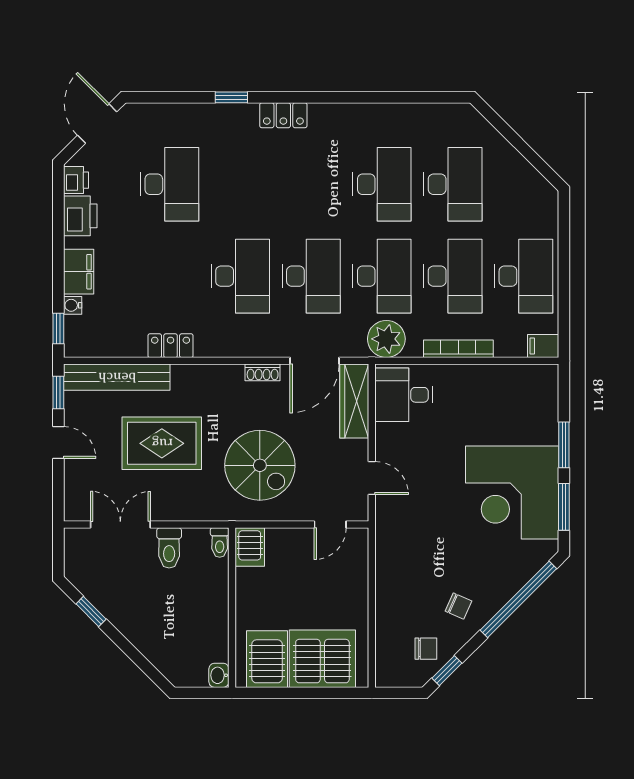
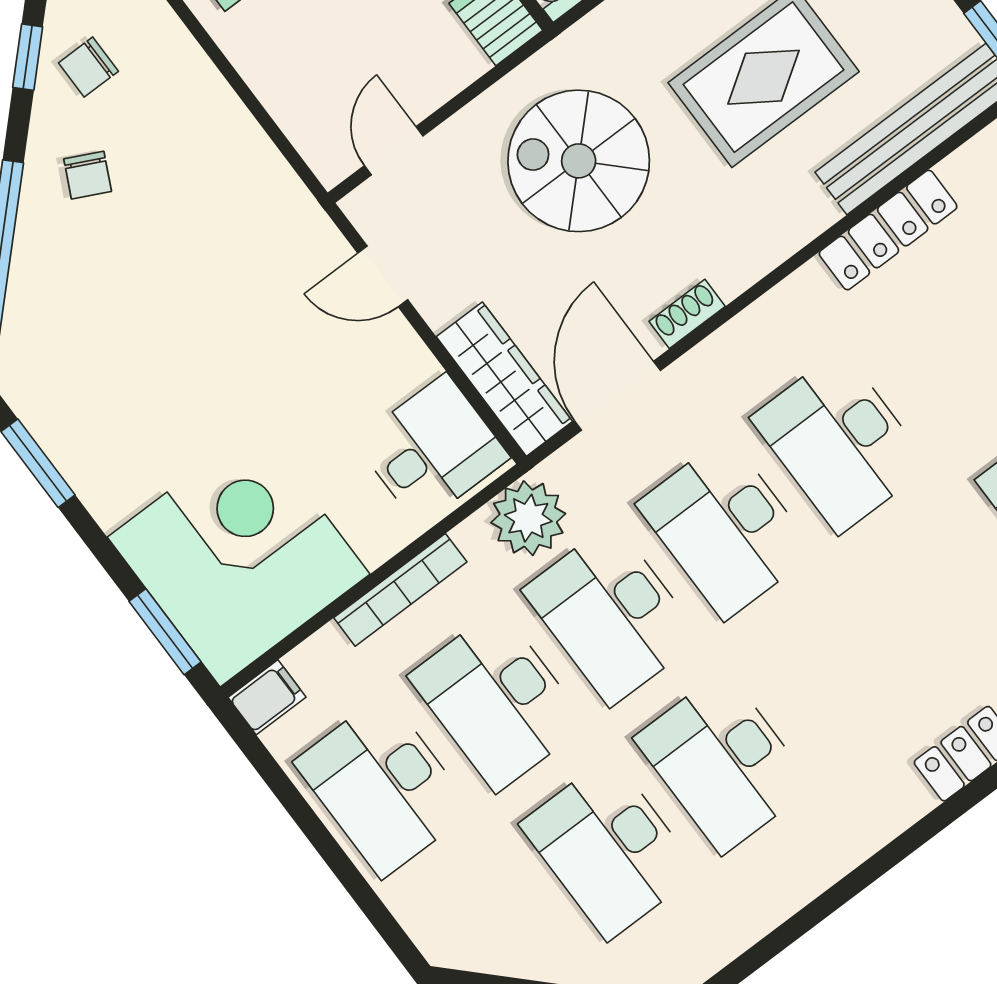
locker: (171, 346) -> (888, 230), width x1.53
window: (564, 445) -> (165, 632), moved
corner desk: (512, 493) -> (239, 556), moved
chair: (458, 606) -> (88, 175), turned -88

